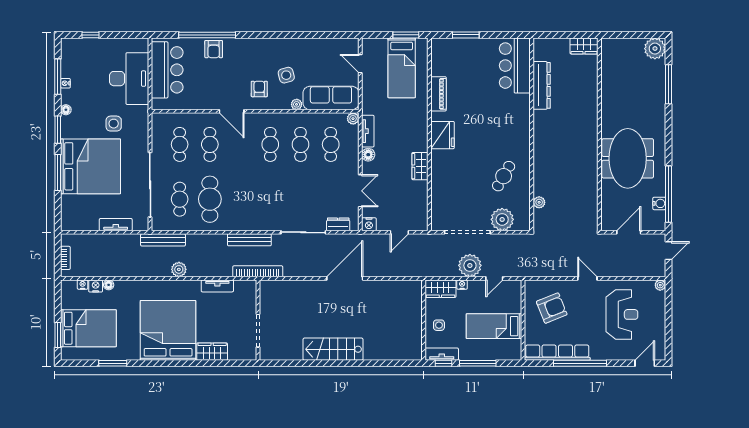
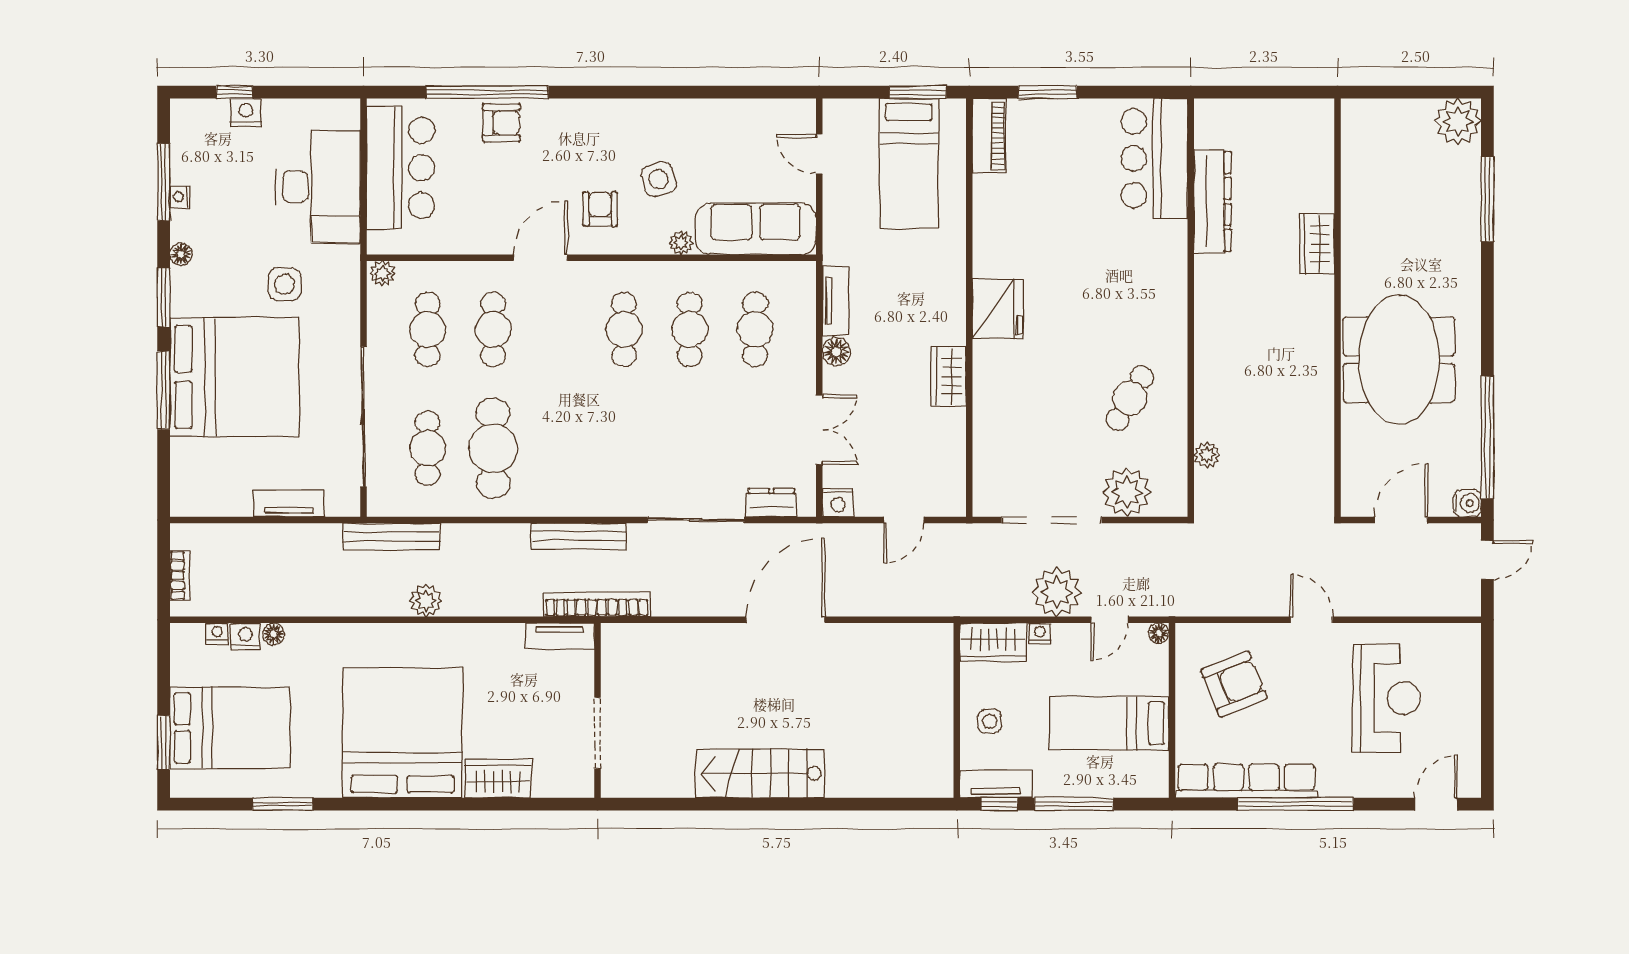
nightstand: (96, 44) -> (246, 112), added
wardrobe: (584, 46) -> (1317, 244), moved, turned 90
armchair: (214, 49) -> (501, 123), turned -90
piano: (439, 94) -> (989, 136), moved
door: (232, 111) -> (540, 258), swing flipped
plant: (353, 119) -> (382, 273), moved
water cooler: (659, 203) -> (1467, 503), moved
floor lamp: (517, 285) -> (1159, 633), added
plant: (660, 285) -> (1470, 635), removed
tv unit: (217, 286) -> (560, 636), moved

